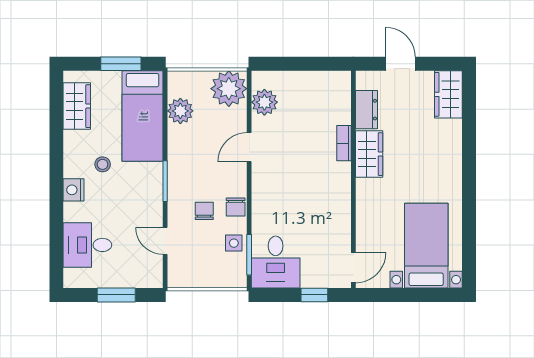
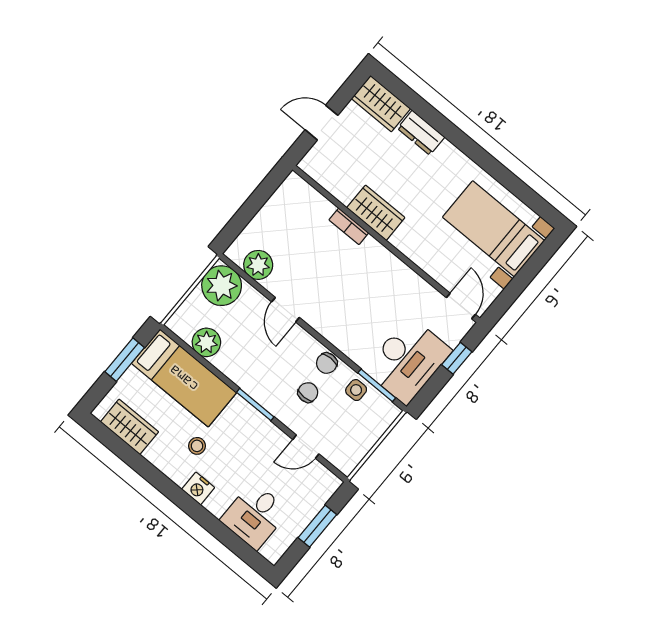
dresser: (366, 110) -> (421, 133), moved, turned 180
chair: (236, 207) -> (327, 363), turned 90
chair: (204, 211) -> (308, 392), turned 90
desk: (276, 262) -> (408, 360), width x1.37

